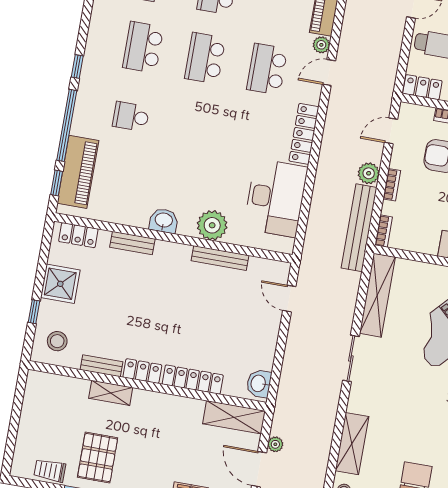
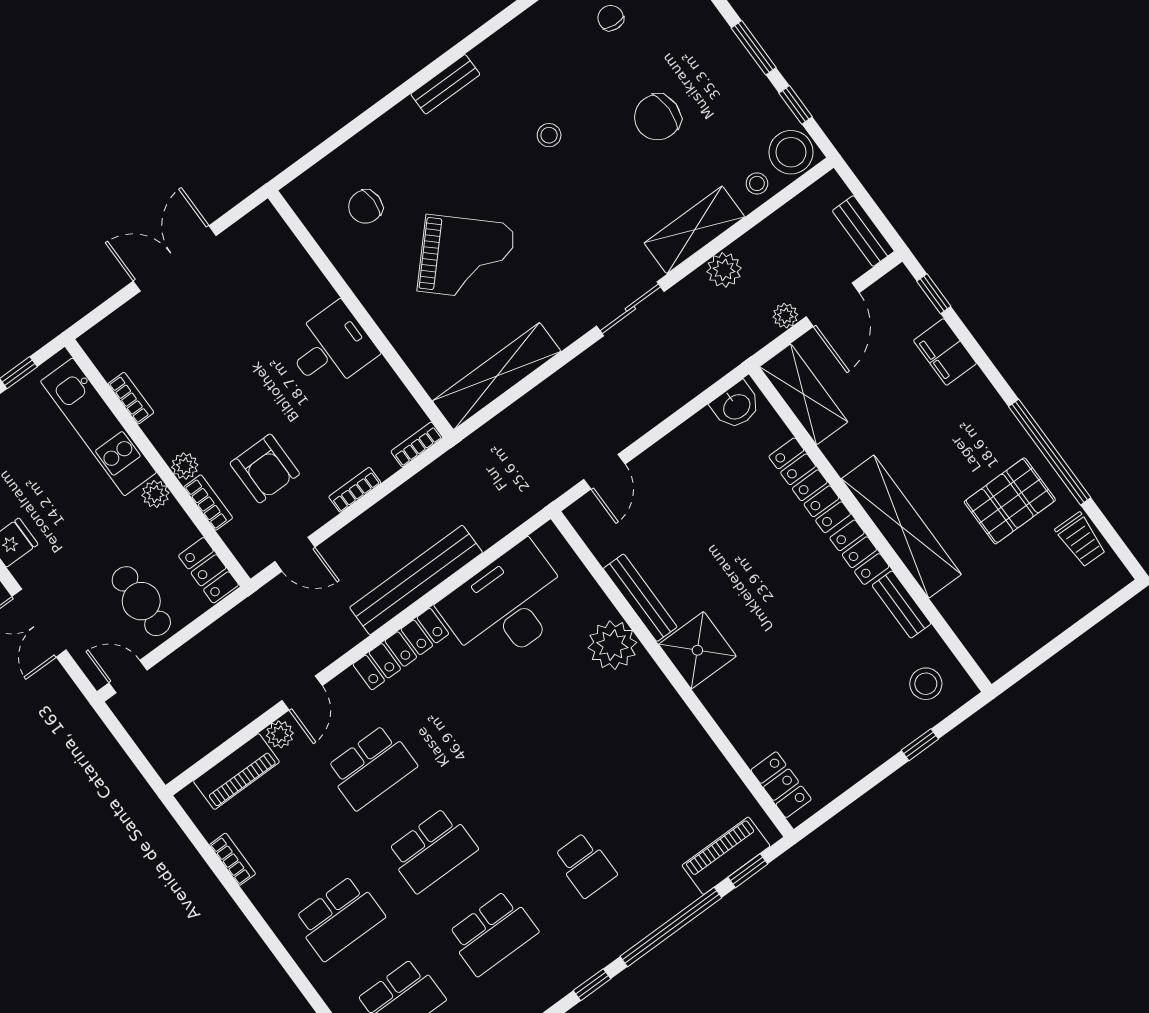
door: (329, 73) -> (302, 693), hinge flipped
piano: (78, 172) -> (726, 856), width x0.73, depth x0.75
plant: (369, 173) -> (724, 270), moved
washbasin: (164, 221) -> (664, 705), removed
bench: (359, 228) -> (416, 580), moved
bench: (132, 243) -> (726, 714), removed
shower: (60, 284) -> (697, 650), moved
sliding door: (351, 358) -> (630, 309), moved
shelving: (111, 393) -> (901, 527), width x2.20, depth x1.33

